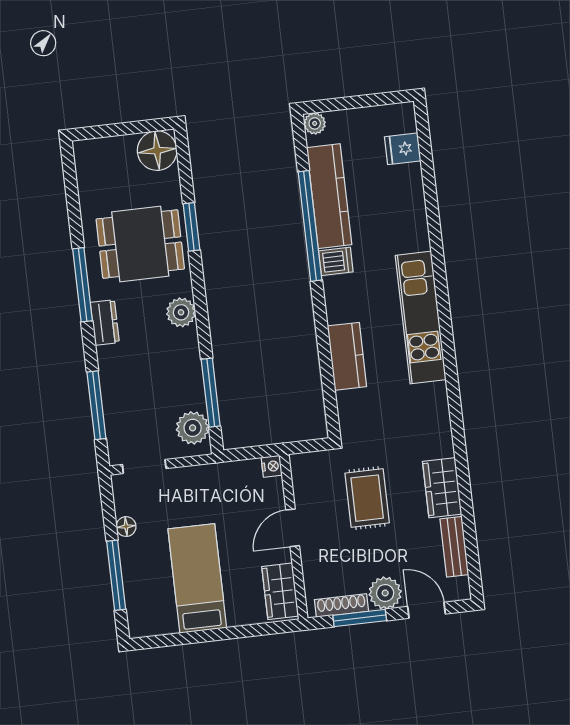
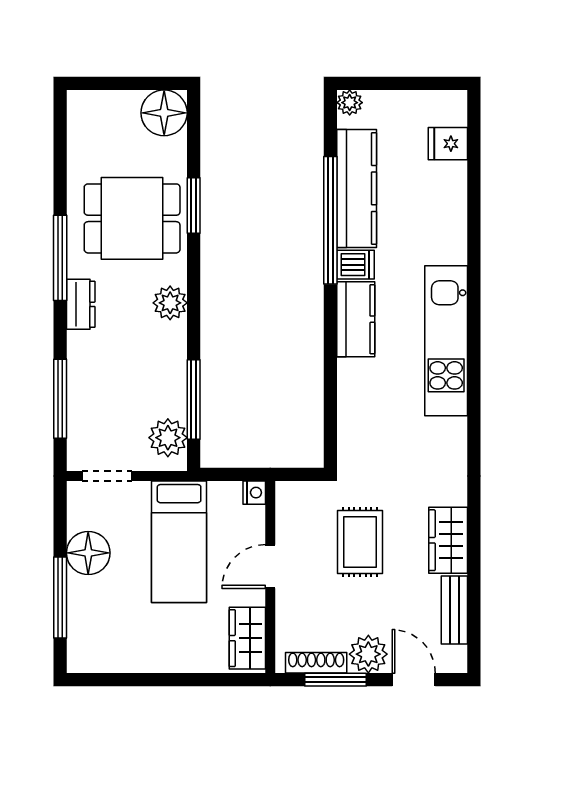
kitchen counter: (347, 356) -> (356, 319), moved
floor lamp: (126, 527) -> (88, 553), width x1.89, depth x1.89
bed: (197, 578) -> (179, 542), moved, turned 180

